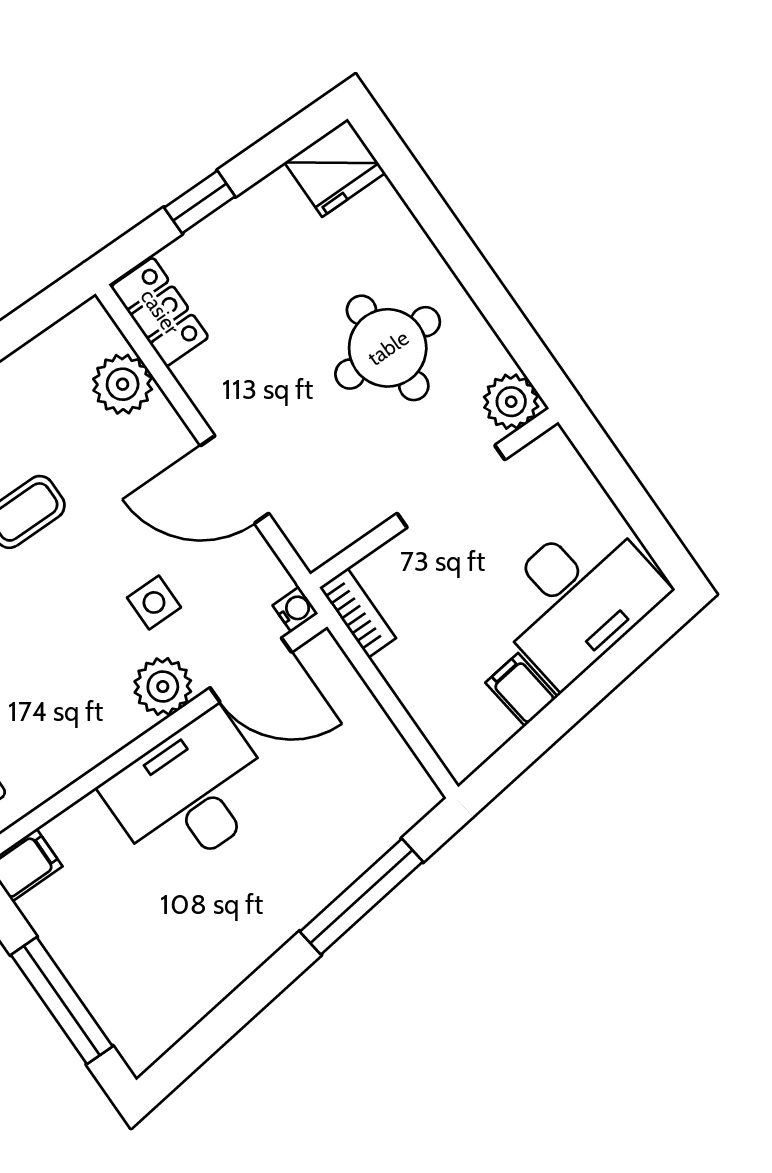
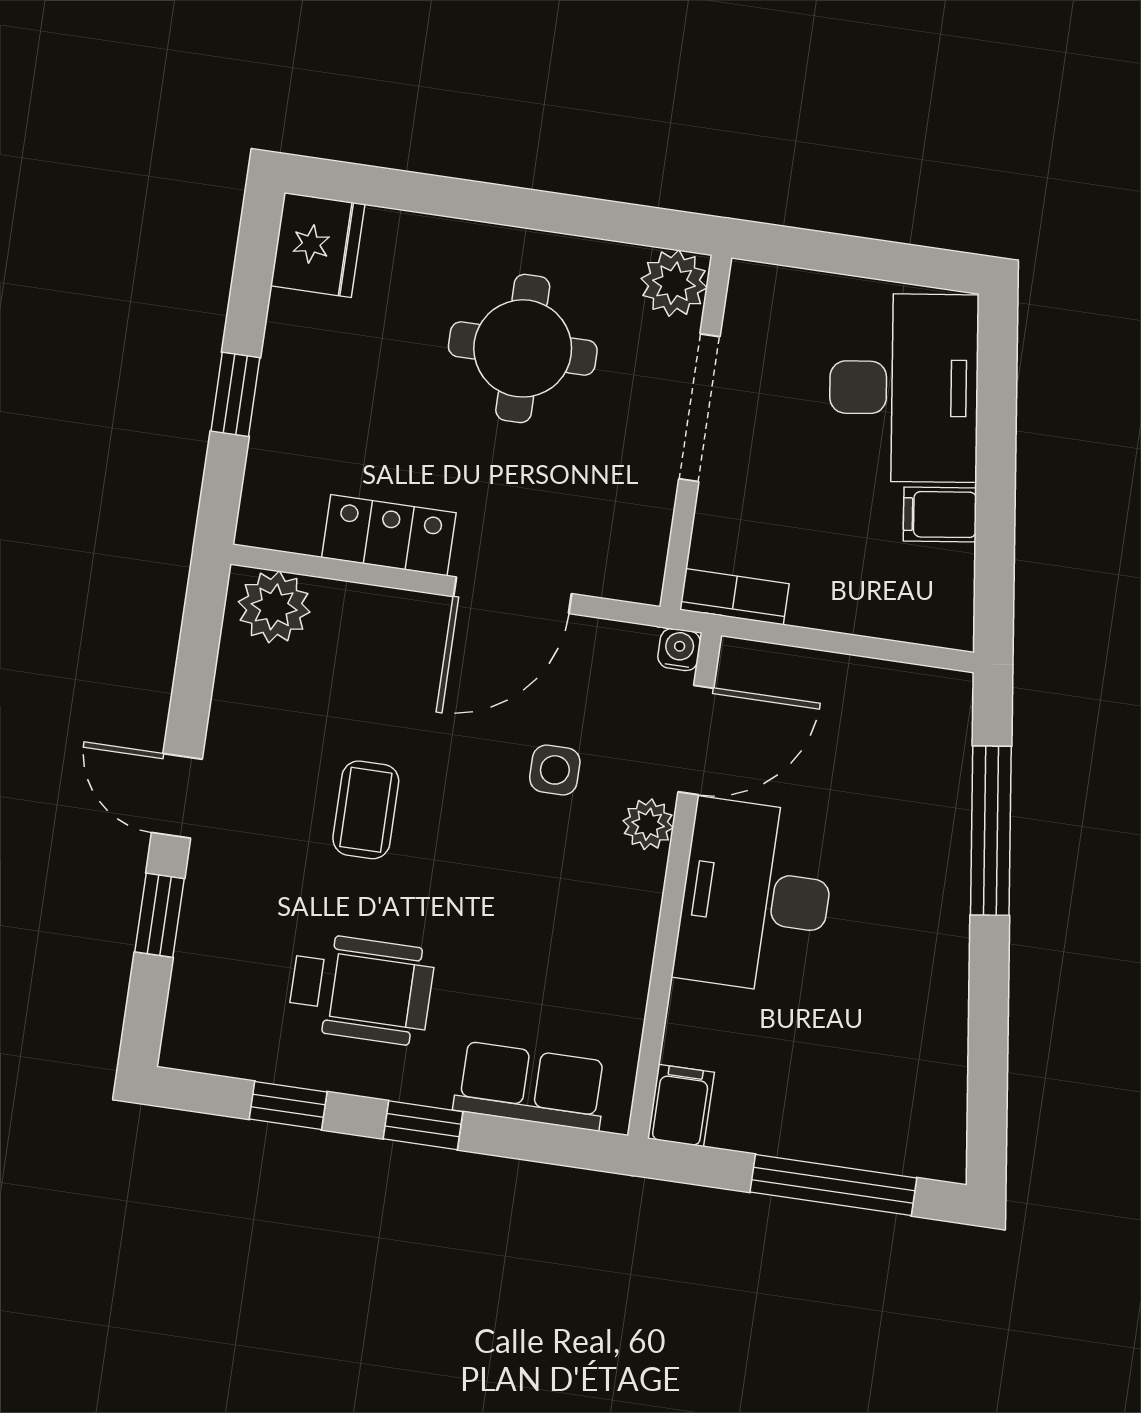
locker: (160, 312) -> (389, 535), moved
plant: (123, 384) -> (274, 607), moved
plant: (163, 687) -> (648, 824), width x0.73, depth x0.73

